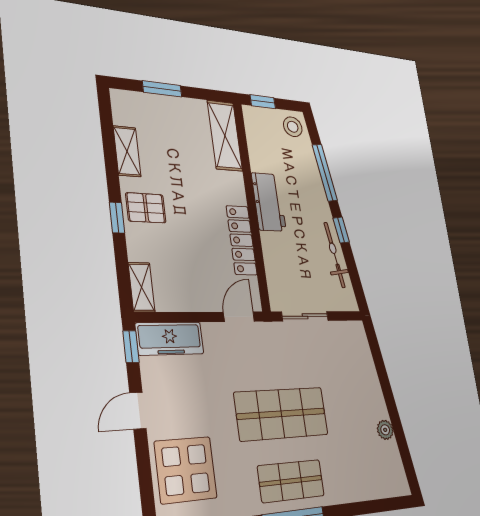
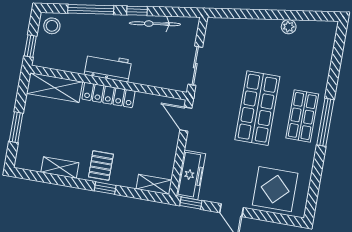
locker: (242, 240) -> (108, 95), moved

